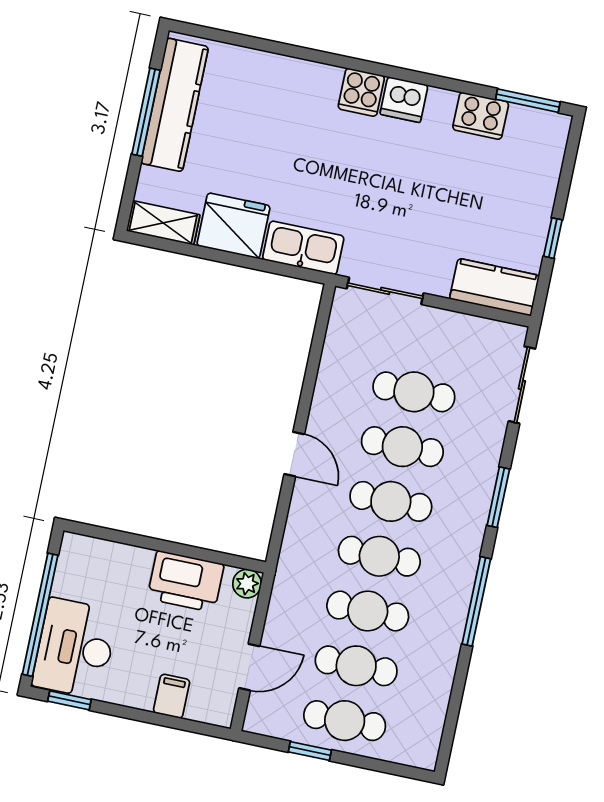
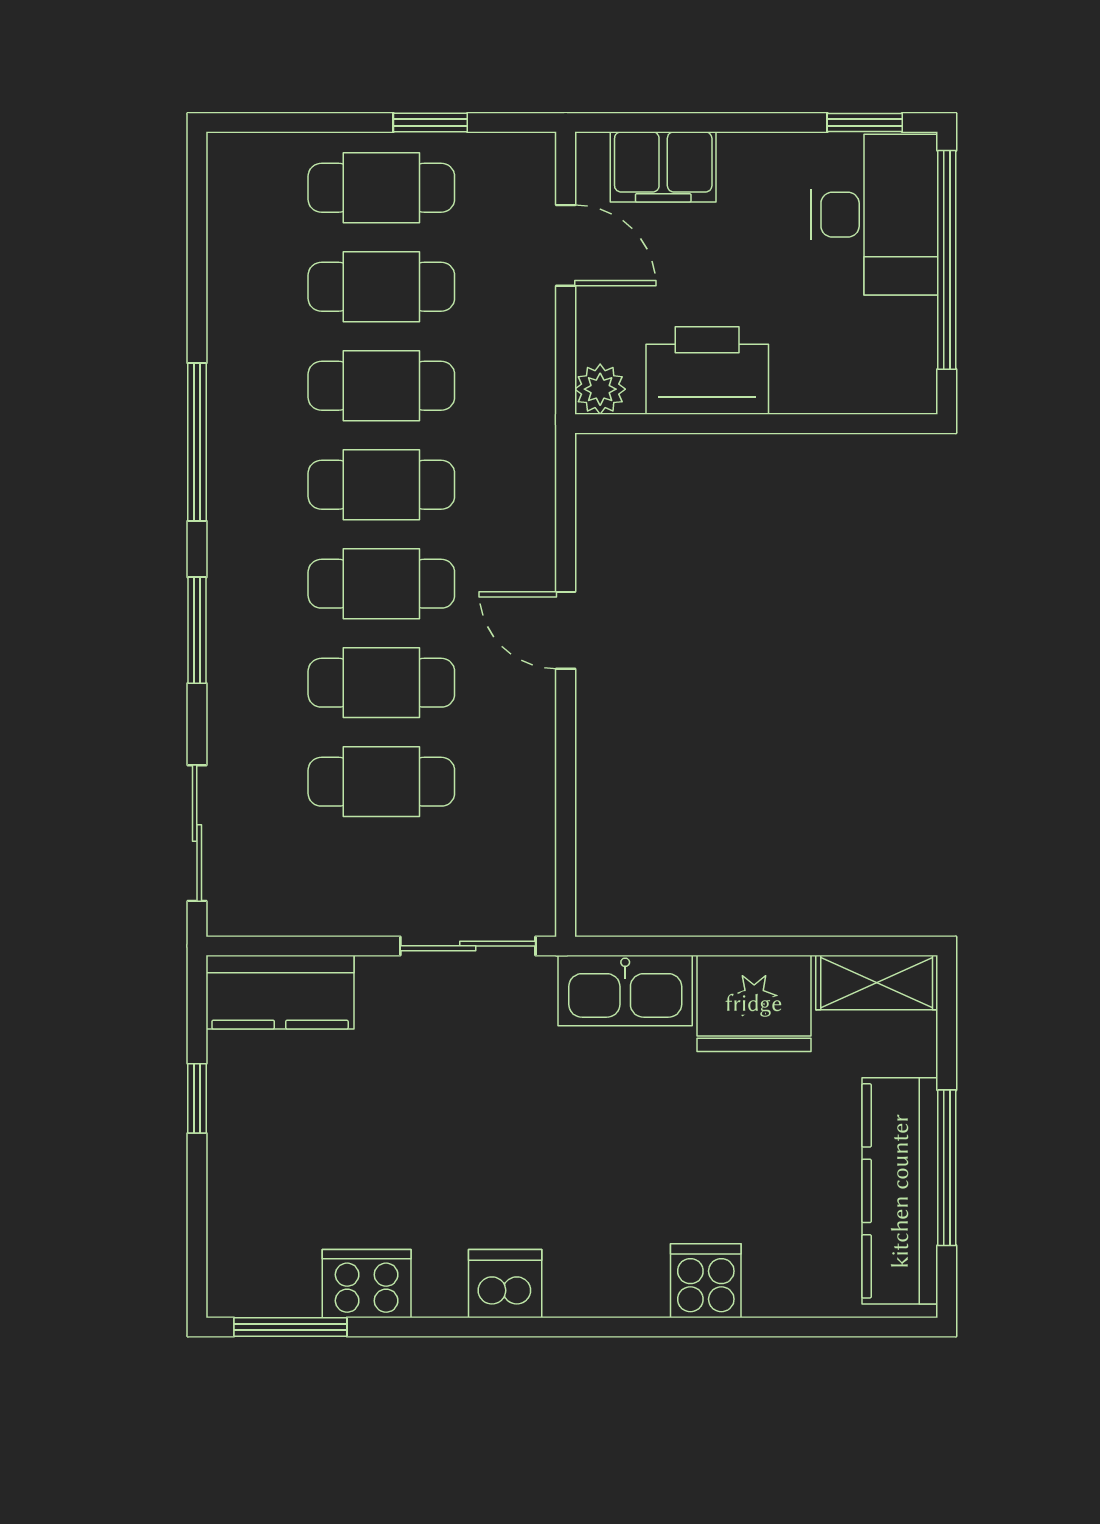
cooker: (361, 92) -> (706, 1281), moved
door: (249, 667) -> (566, 245), swing flipped
filing cabinet: (172, 696) -> (663, 167), width x2.00

